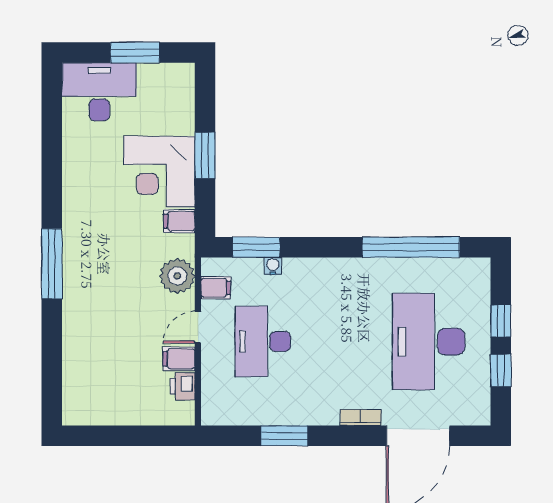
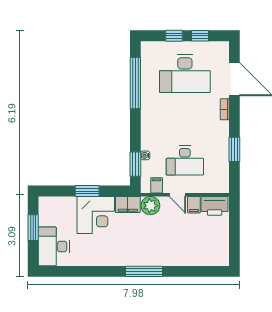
filing cabinet: (179, 221) -> (128, 205), width x2.00
printer: (183, 386) -> (215, 206), width x1.87, depth x1.48

